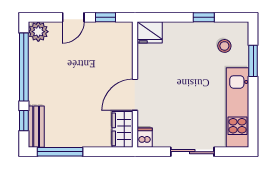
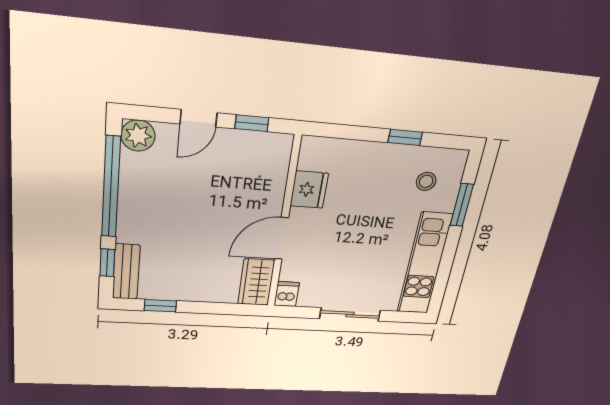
fridge: (150, 32) -> (309, 190), moved, turned -90
window: (60, 152) -> (160, 306), width x0.46

